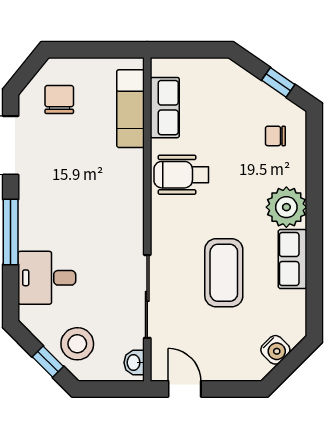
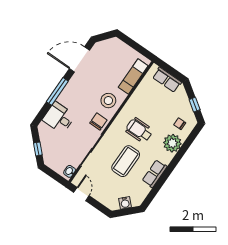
chair: (59, 100) -> (98, 122), moved
row of seats: (165, 108) -> (167, 80), moved, turned 90
wheelchair: (181, 175) -> (139, 130), moved
plant: (286, 207) -> (172, 143), moved
stool: (77, 344) -> (108, 101), moved

